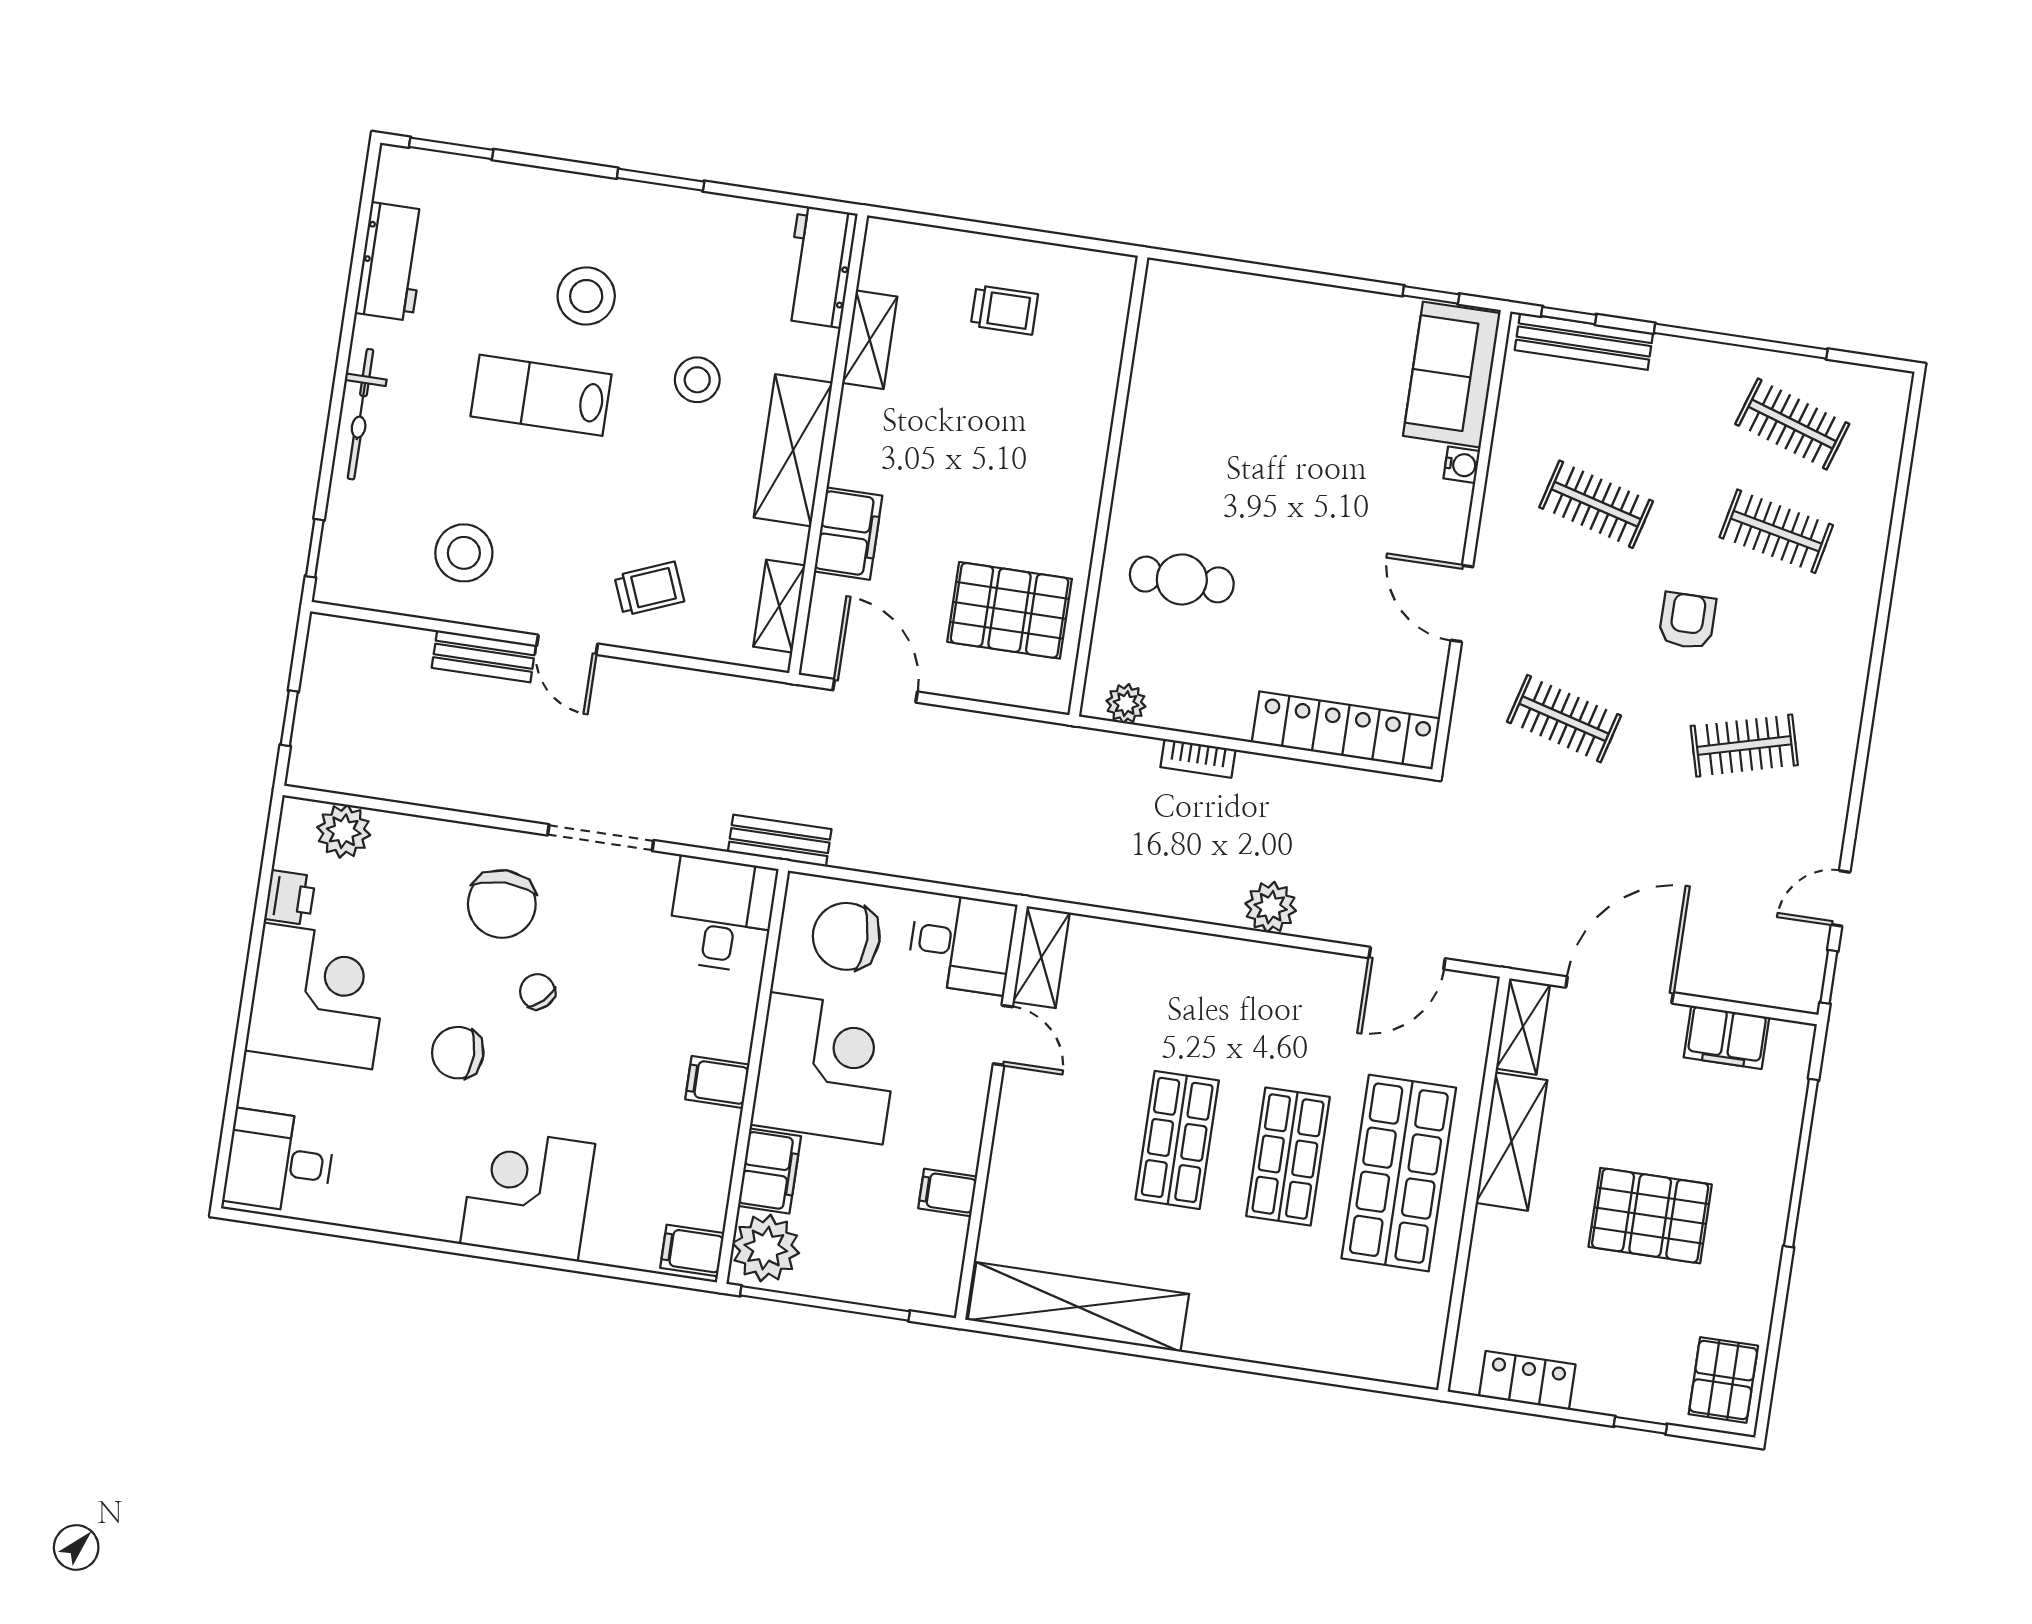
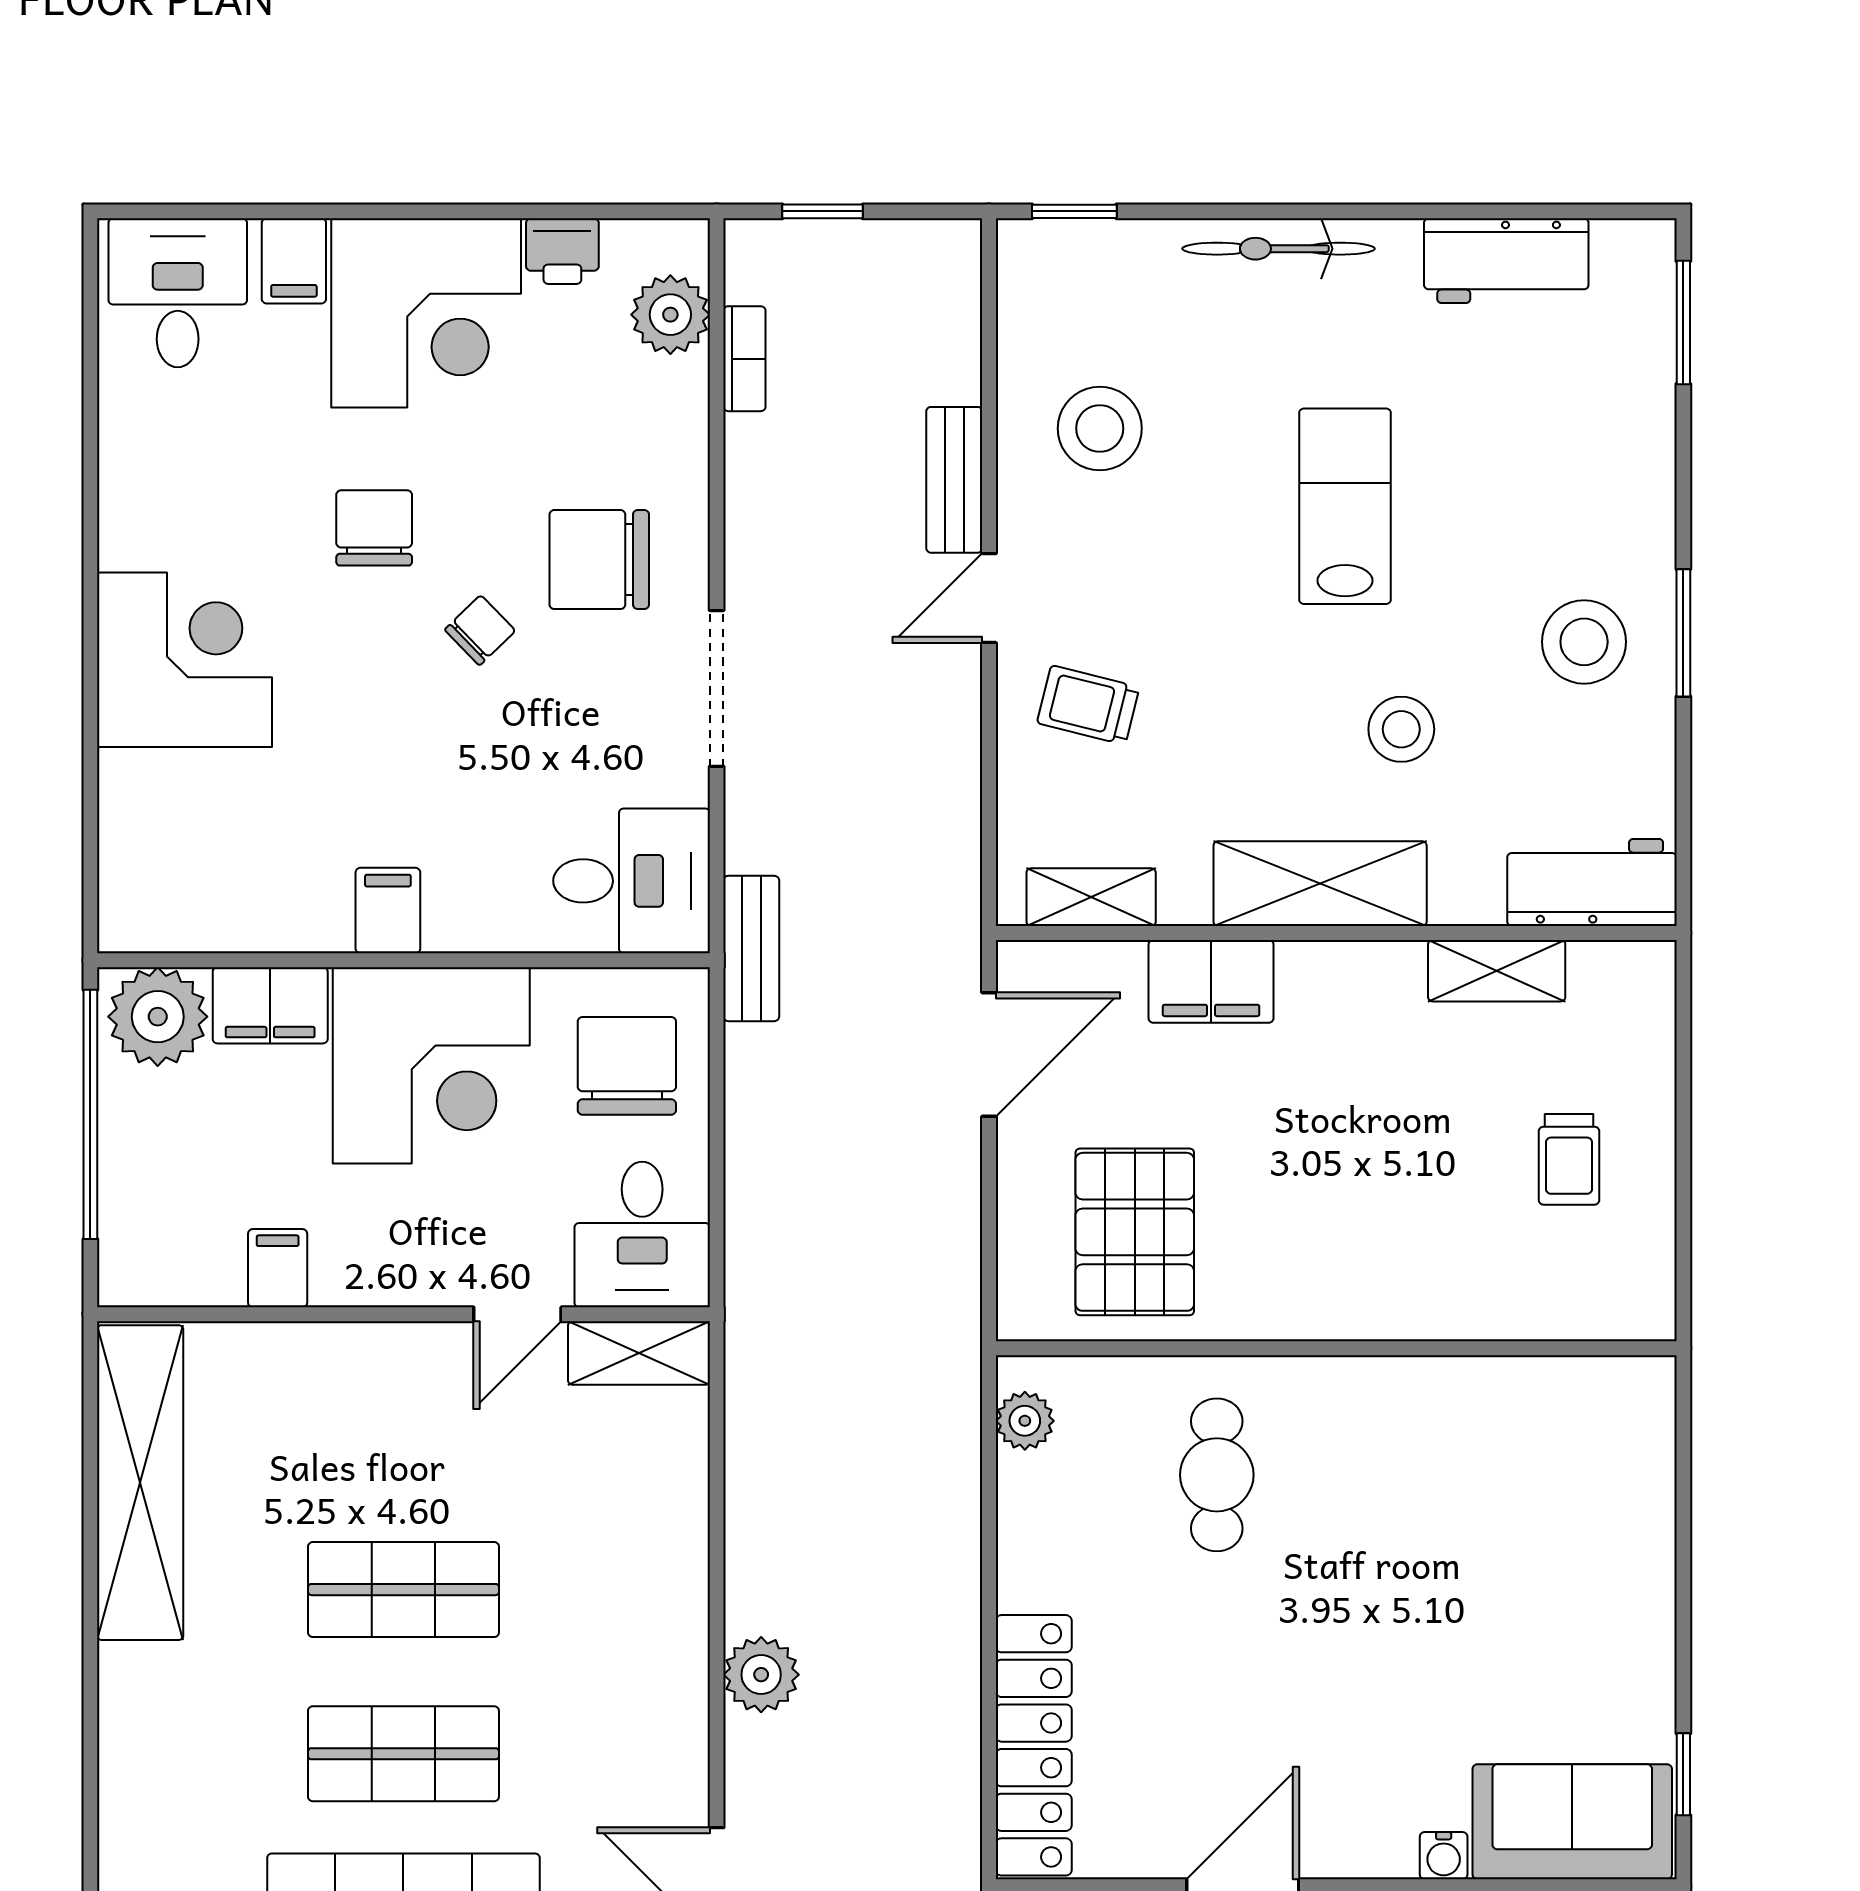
stool: (586, 296) -> (1584, 642), moved
trolley: (649, 589) -> (1088, 705), turned 126
bookcase: (1198, 758) -> (744, 359), moved, turned 180
filing cabinet: (692, 1251) -> (294, 261), moved, turned 180

